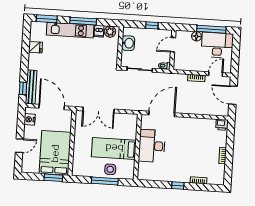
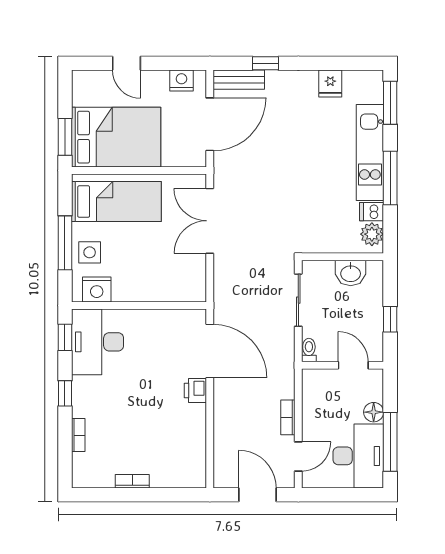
door: (216, 74) -> (298, 456), hinge flipped
bench: (31, 87) -> (239, 80), width x0.73
window: (23, 88) -> (265, 63), moved
door: (233, 95) -> (257, 495), hinge flipped
printer: (222, 125) -> (195, 391), moved
desk: (152, 146) -> (98, 342), moved, turned -90
bed: (114, 148) -> (116, 202), moved, turned 90
nightstand: (128, 167) -> (97, 290), added
window: (151, 184) -> (65, 337), added

